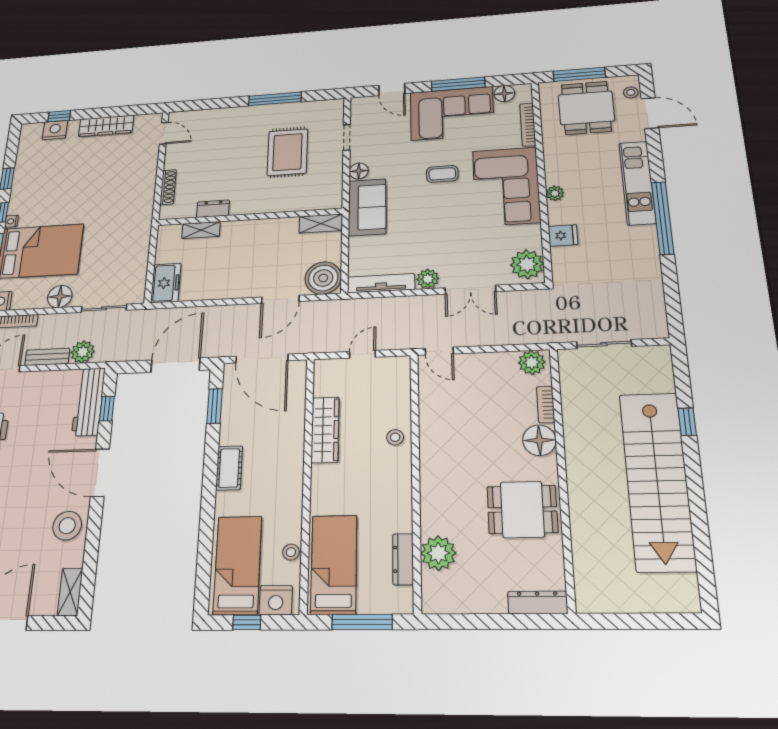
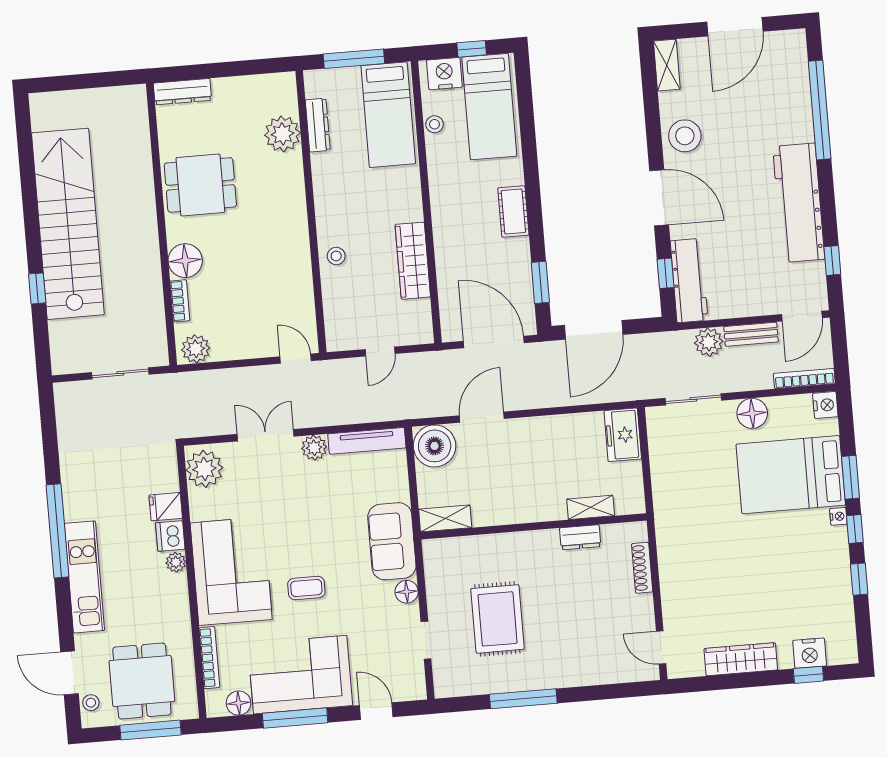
dishwasher: (559, 213) -> (170, 536), added

